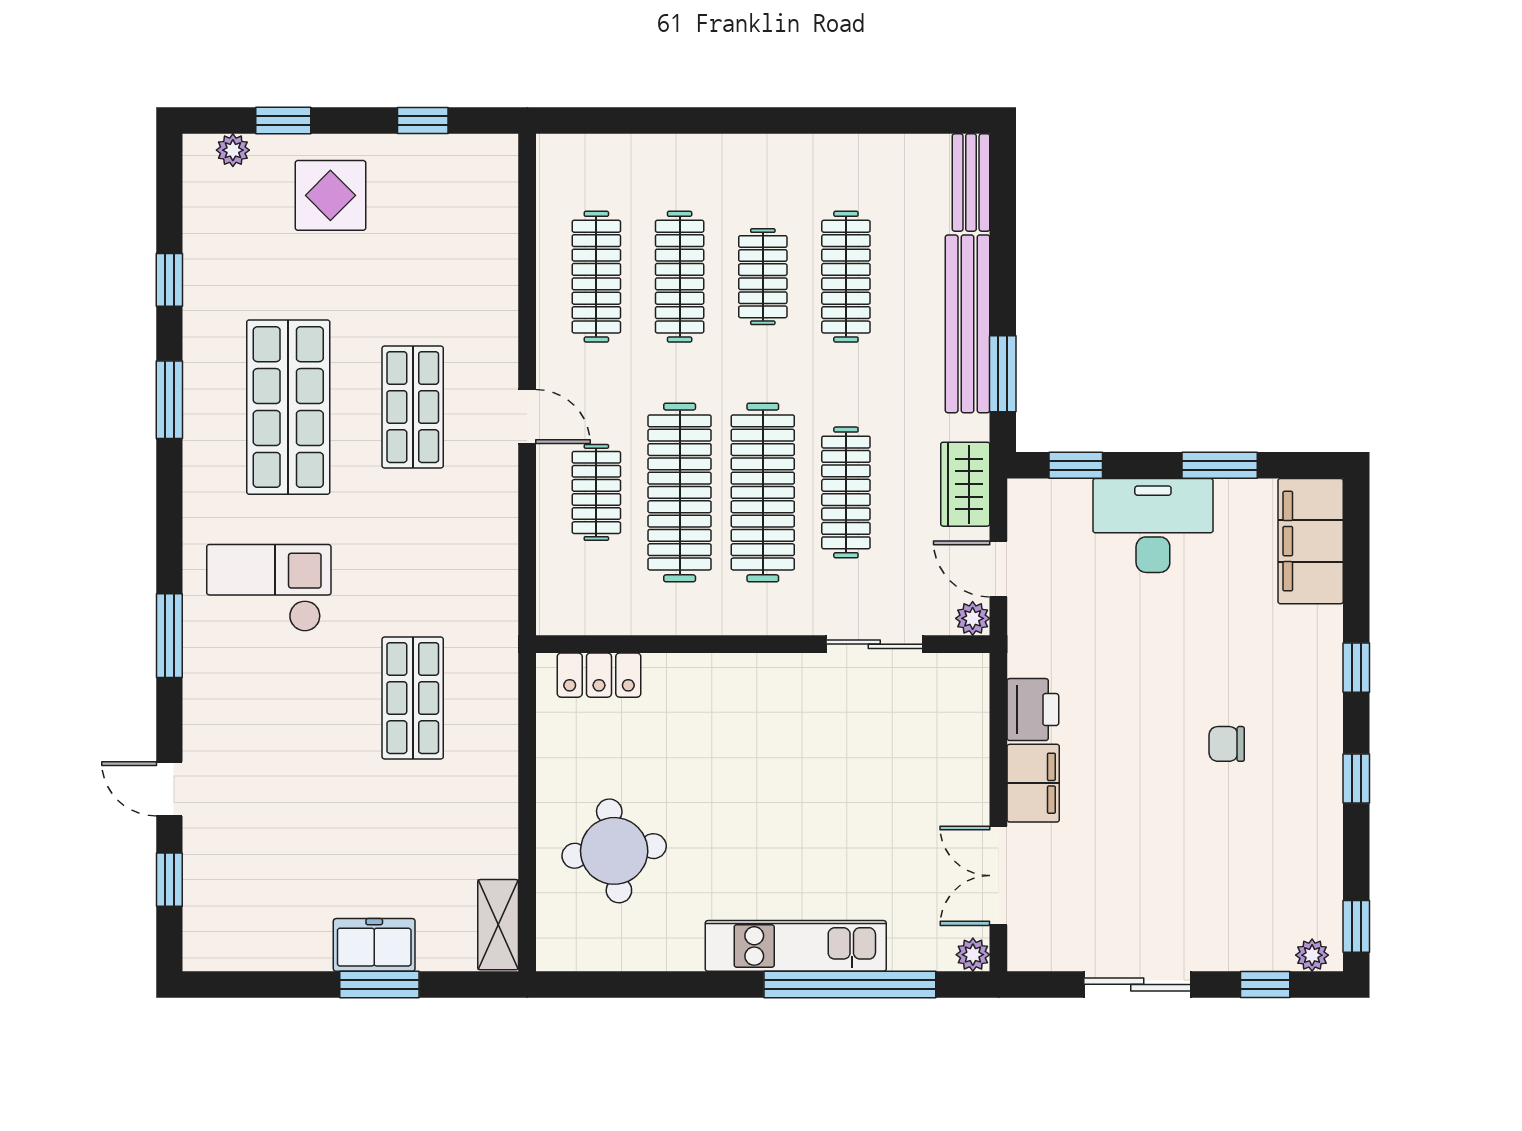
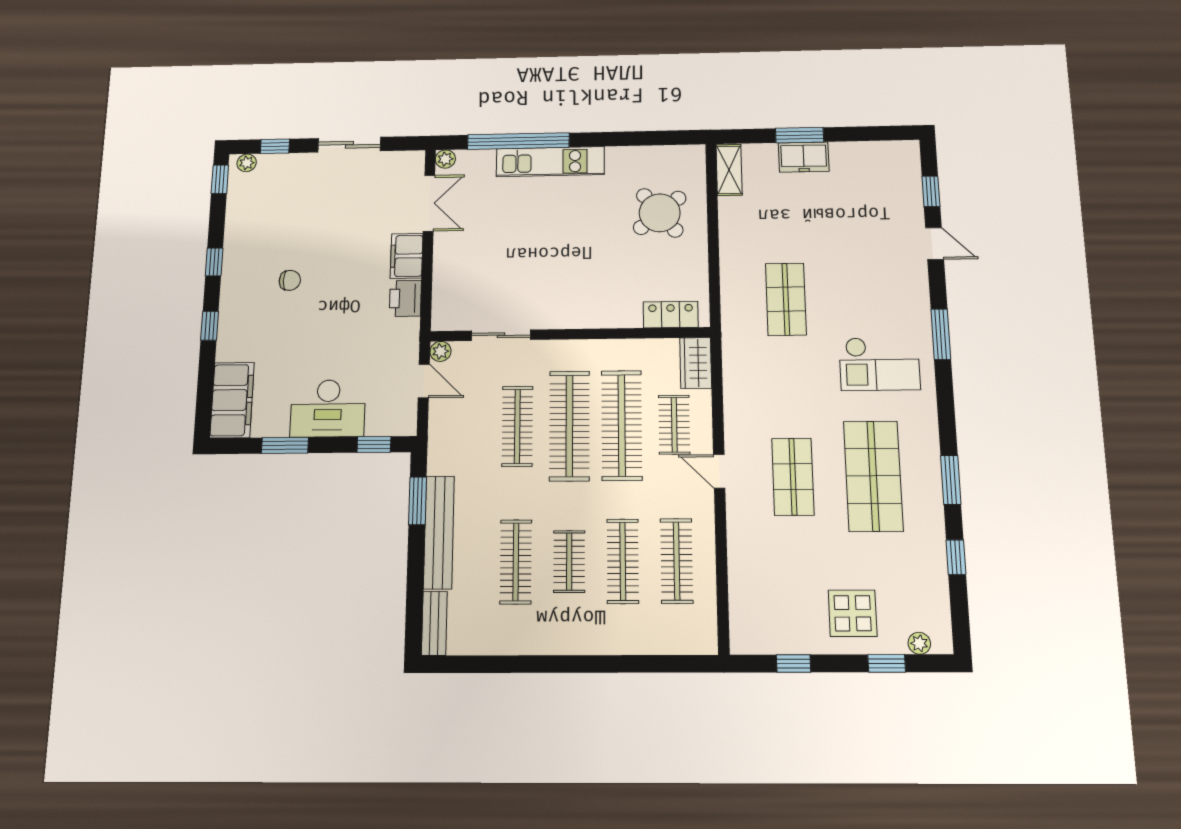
wardrobe: (965, 484) -> (696, 363), moved, turned 180
round table: (614, 851) -> (660, 213), turned -32

